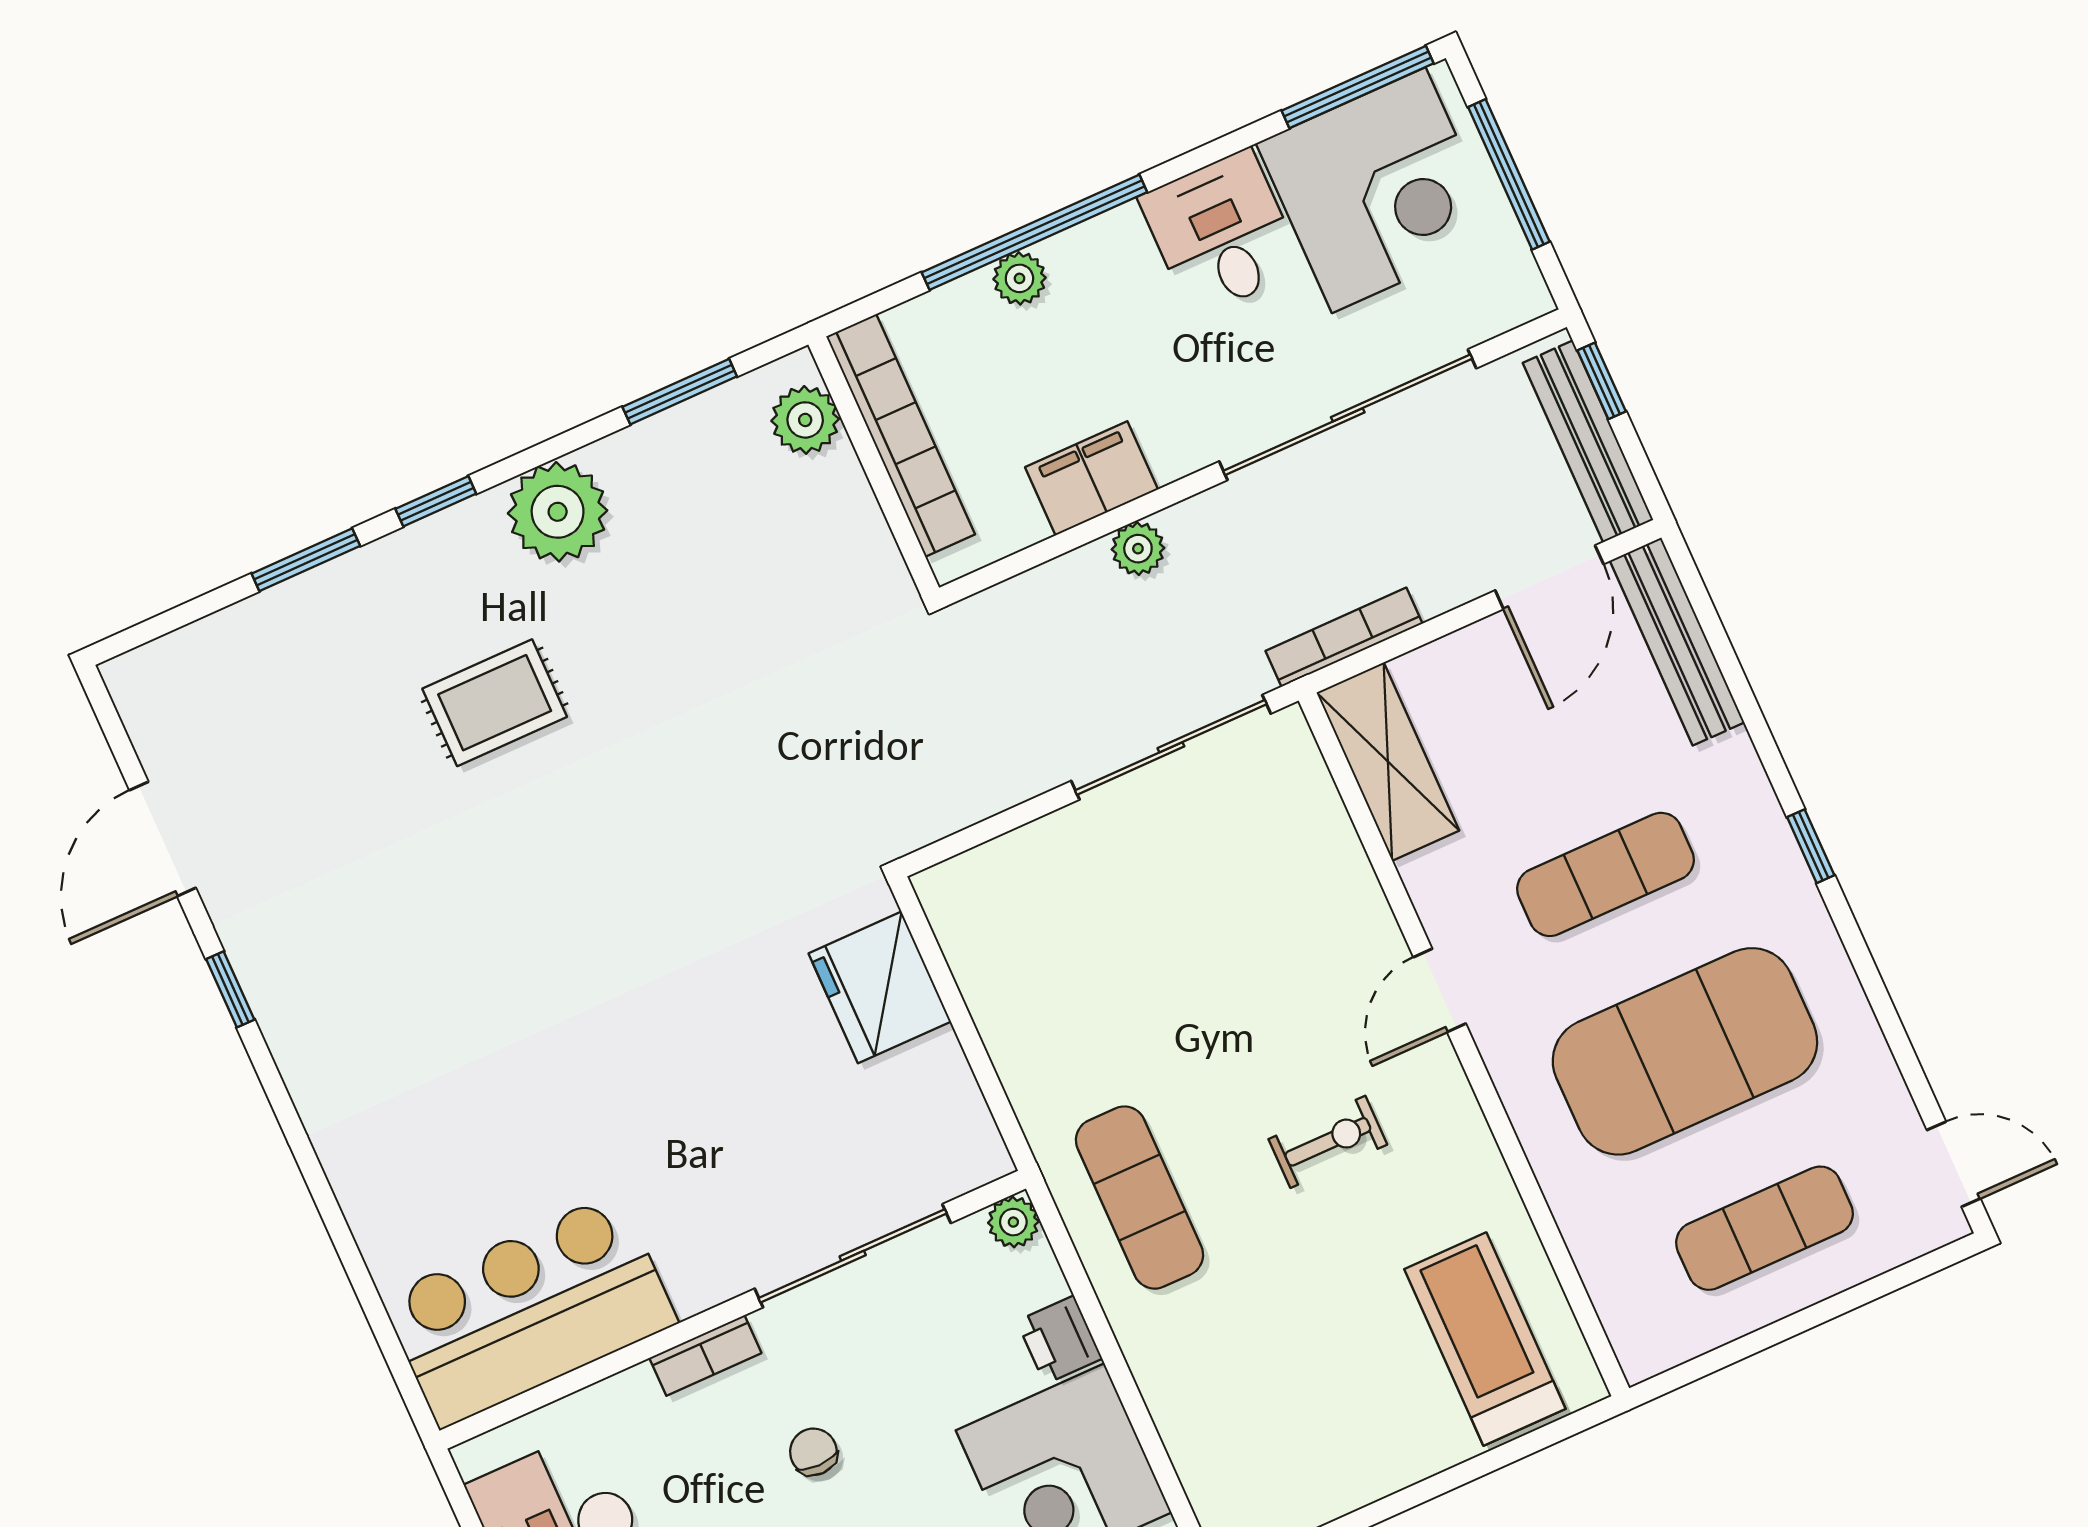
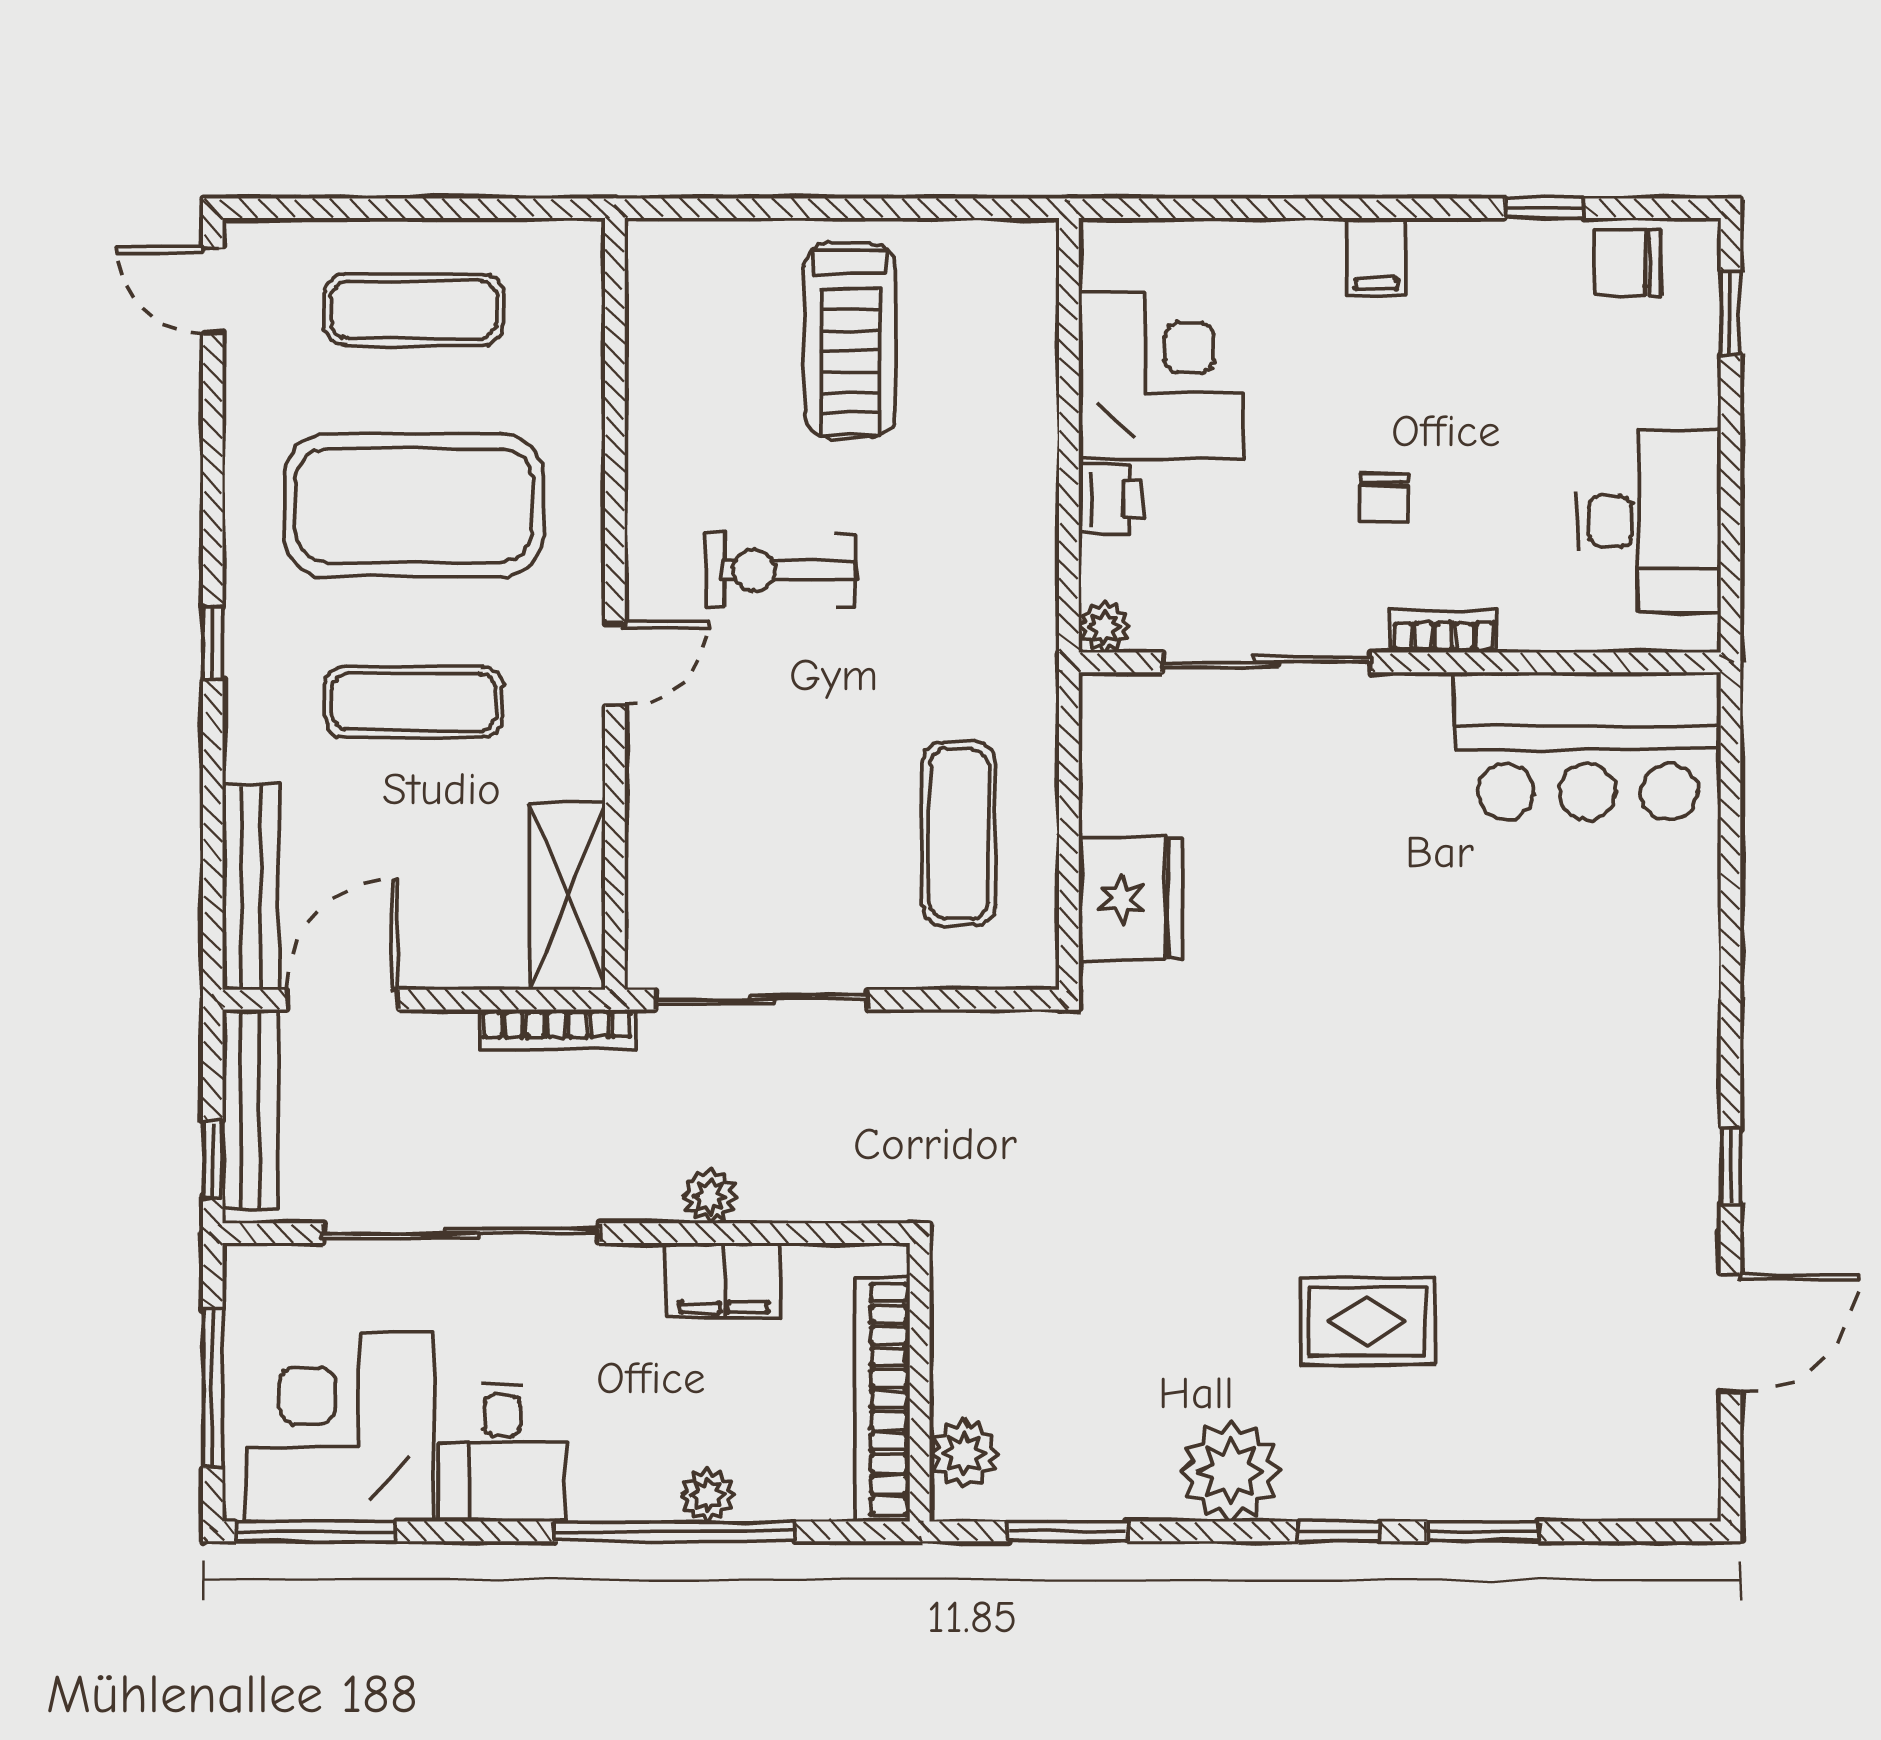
exercise bike: (1328, 1142) -> (781, 570), width x1.38, depth x1.39
exercise mat: (1140, 1198) -> (959, 834), moved
treadmill: (1485, 1339) -> (850, 340), moved

